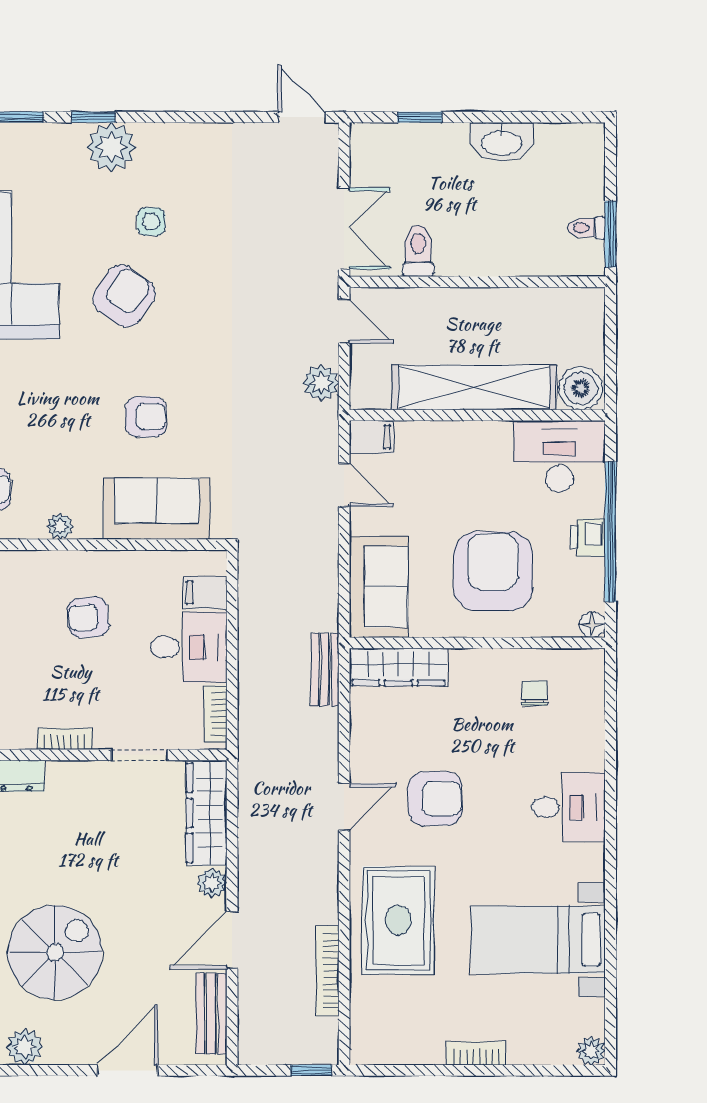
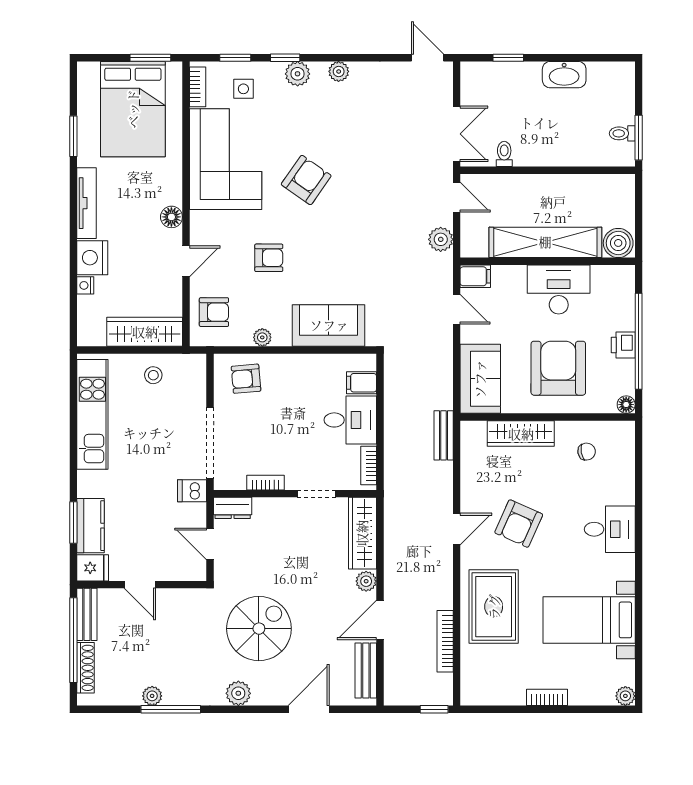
plant: (172, 137) -> (339, 71), added
plant: (111, 147) -> (298, 74), width x0.73, depth x0.73
side table: (151, 222) -> (243, 89), moved
toilet: (418, 251) -> (504, 154), width x0.73, depth x0.72
armchair: (146, 417) -> (269, 258), moved
desk: (559, 456) -> (559, 290), moved
armchair: (88, 617) -> (246, 379), moved
wardrobe: (398, 667) -> (521, 434), moved
chair: (534, 693) -> (587, 452), turned 79
armchair: (435, 799) -> (519, 524), turned 115

